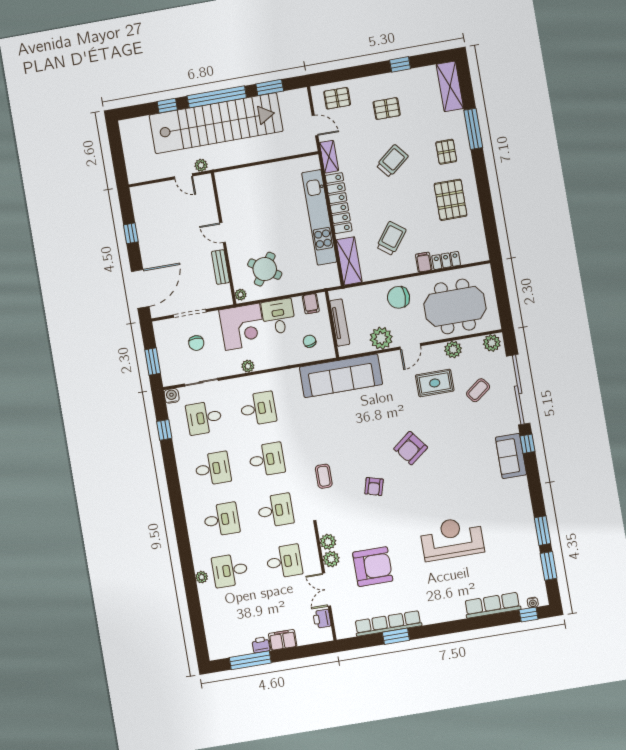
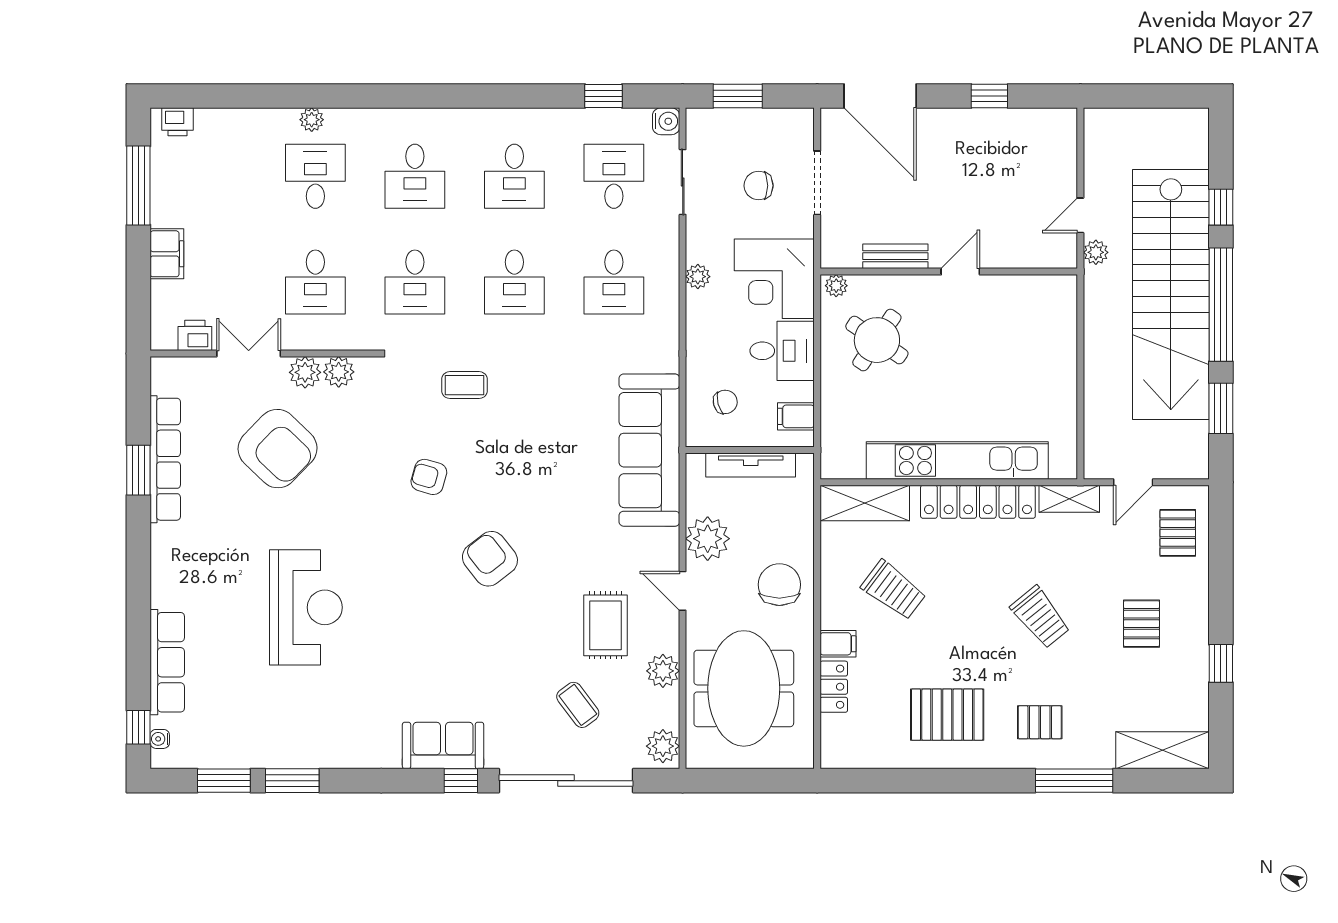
armchair: (373, 567) -> (278, 449), turned -46
printer: (261, 645) -> (177, 122), moved, turned 90

